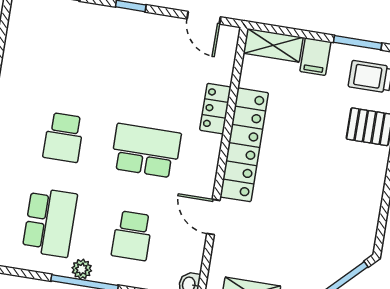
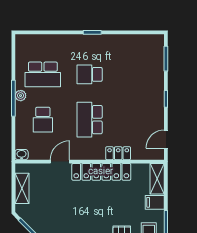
school desk: (146, 151) -> (90, 120), turned 180
school desk: (132, 236) -> (43, 120), turned -90

